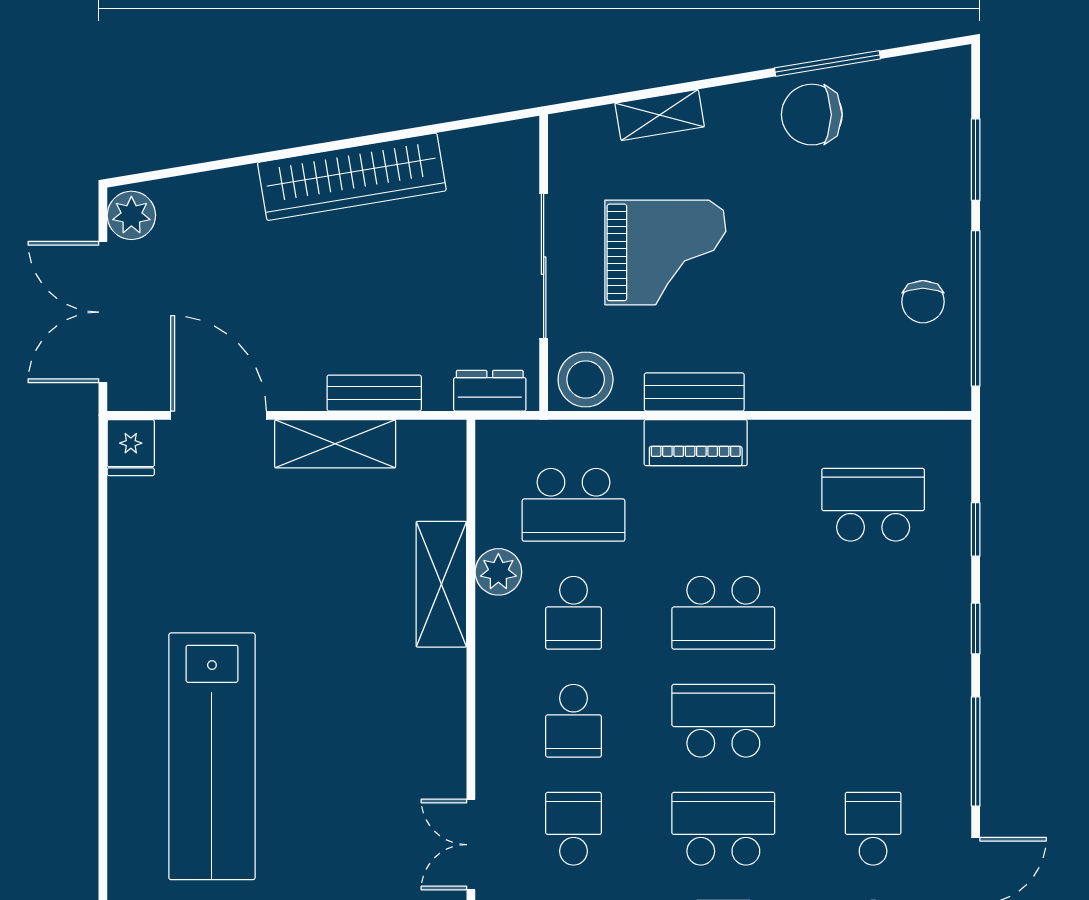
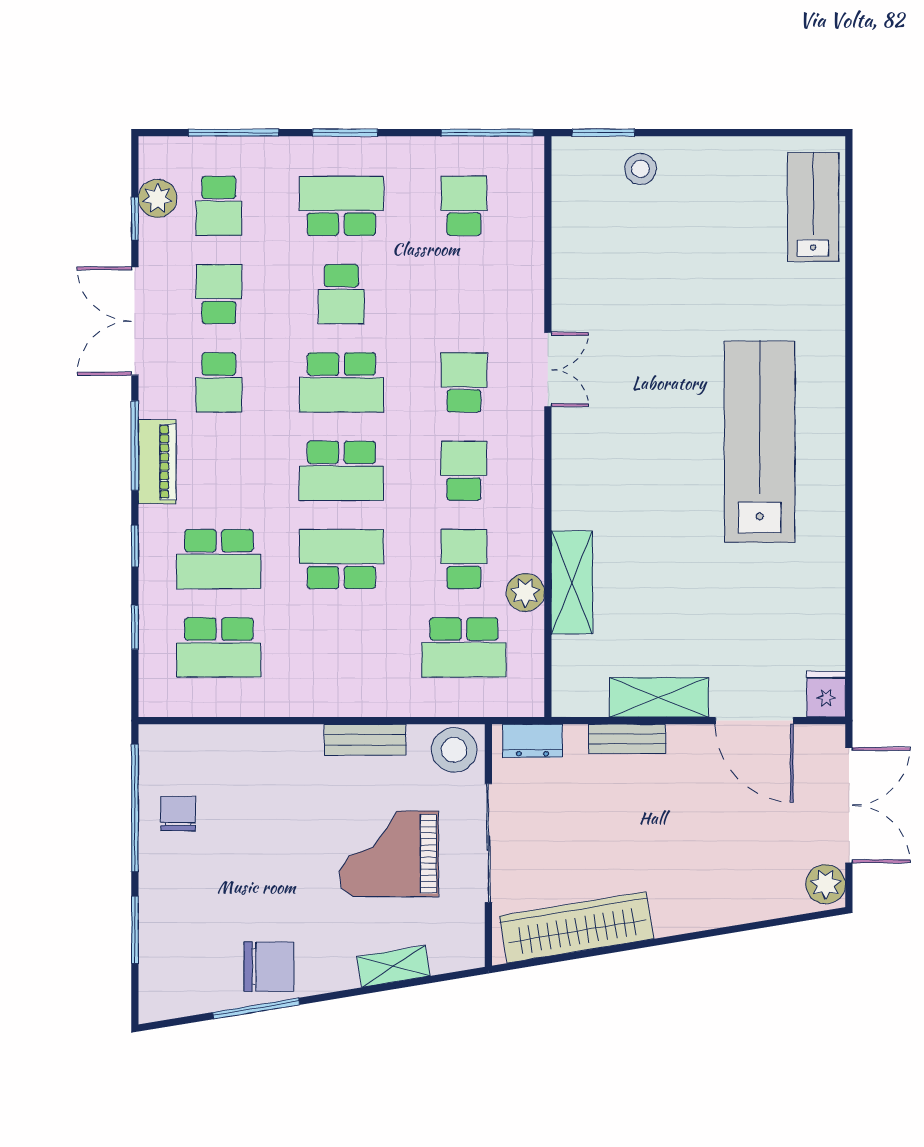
wardrobe: (352, 177) -> (577, 927), moved
piano: (696, 443) -> (157, 462), moved, turned 90
school desk: (574, 505) -> (464, 647), turned 180
school desk: (873, 613) -> (219, 559), added
school desk: (574, 829) -> (464, 382), turned 180

